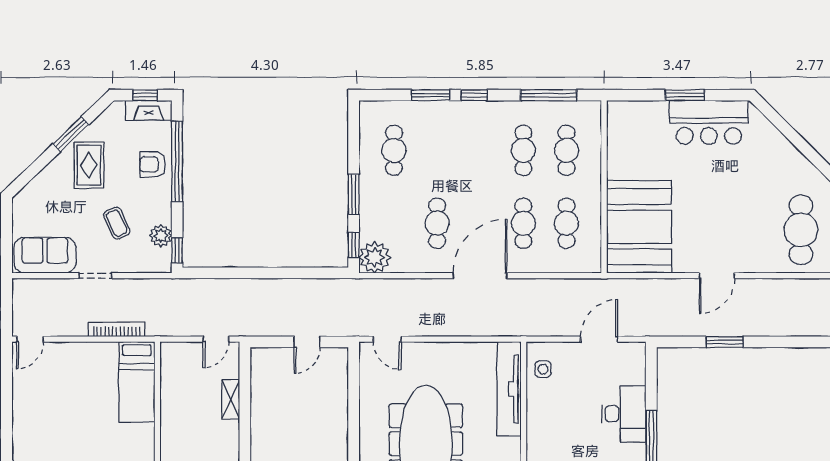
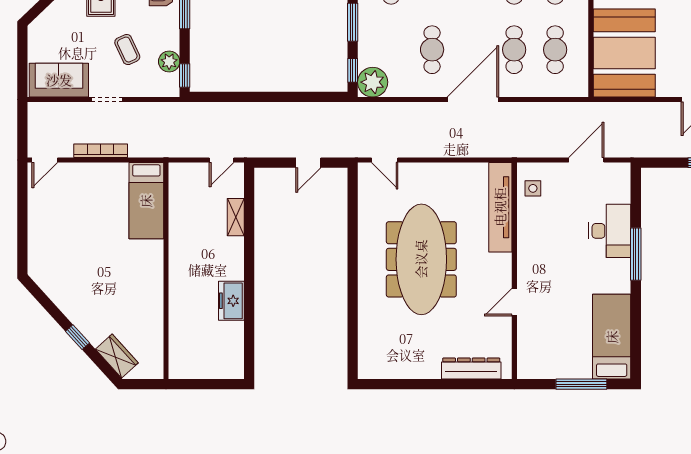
bookcase: (117, 329) -> (101, 151), moved

